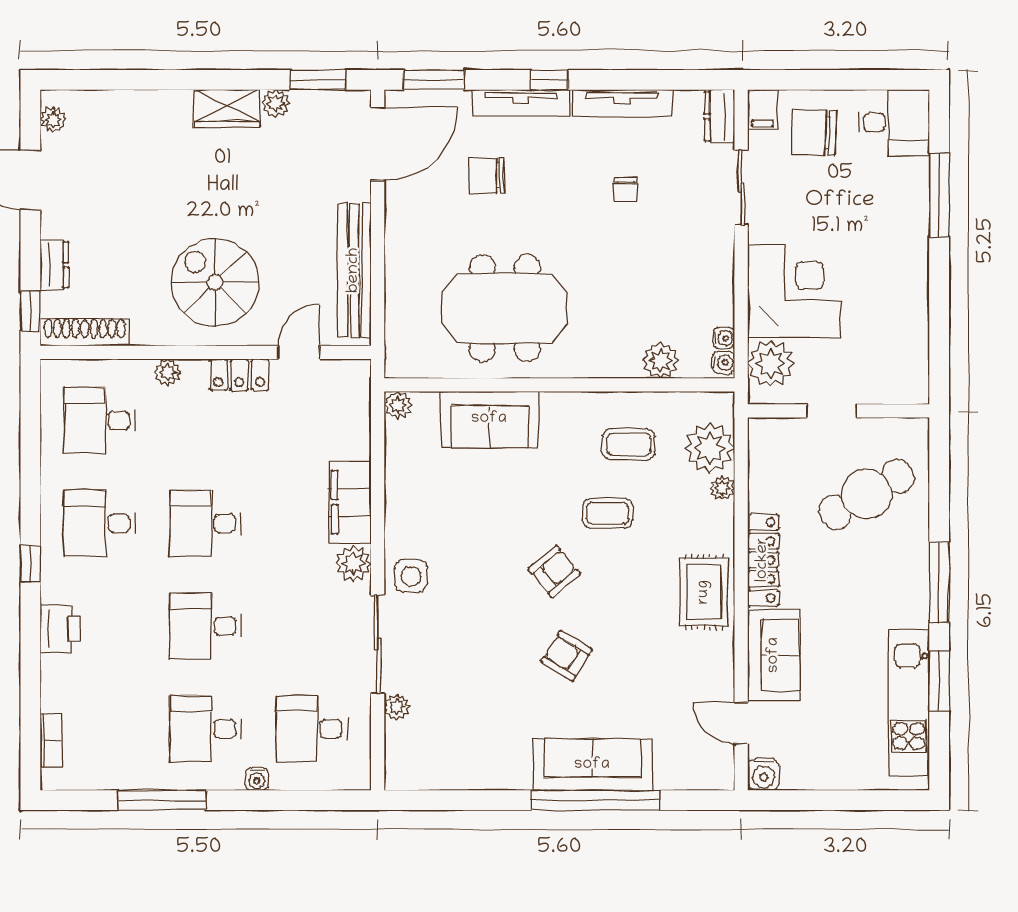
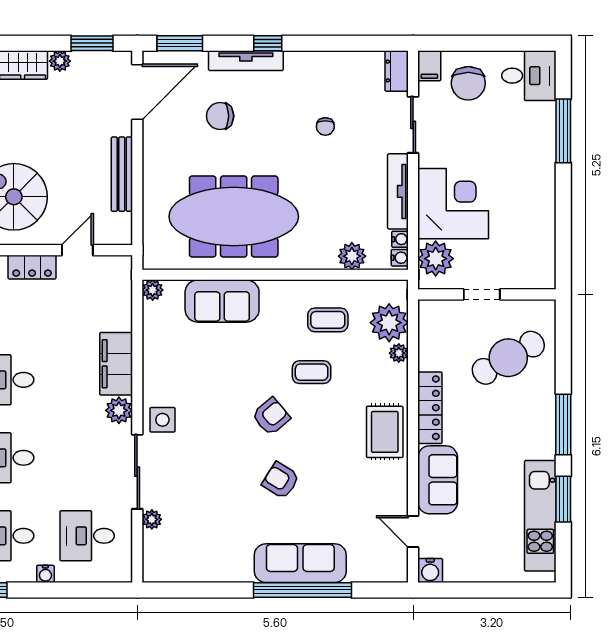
tv unit: (622, 103) -> (398, 191), moved, turned 90
chair: (814, 133) -> (468, 83), turned -92
bench: (354, 270) -> (122, 174), width x0.73, depth x0.82
meeting table: (505, 308) -> (234, 217), width x1.36

